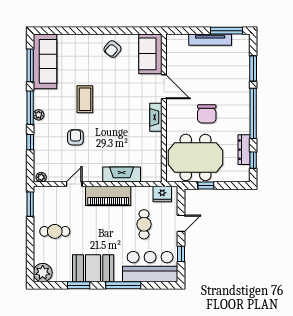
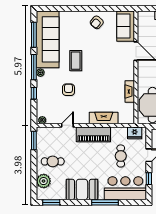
sofa: (45, 61) -> (48, 39), width x1.36, depth x1.27
fireplace: (156, 117) -> (130, 92), moved
plant: (43, 273) -> (44, 181), moved
window: (79, 285) -> (51, 202), moved

